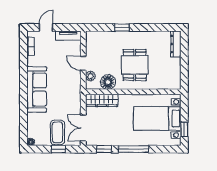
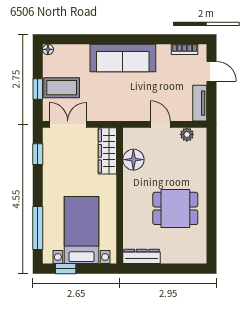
window: (122, 27) -> (211, 180), removed
dresser: (176, 44) -> (142, 256), moved
door: (83, 63) -> (160, 124), hinge flipped
dining table: (135, 65) -> (175, 208), moved
plant: (90, 76) -> (187, 134), moved
window: (134, 149) -> (38, 228), moved

